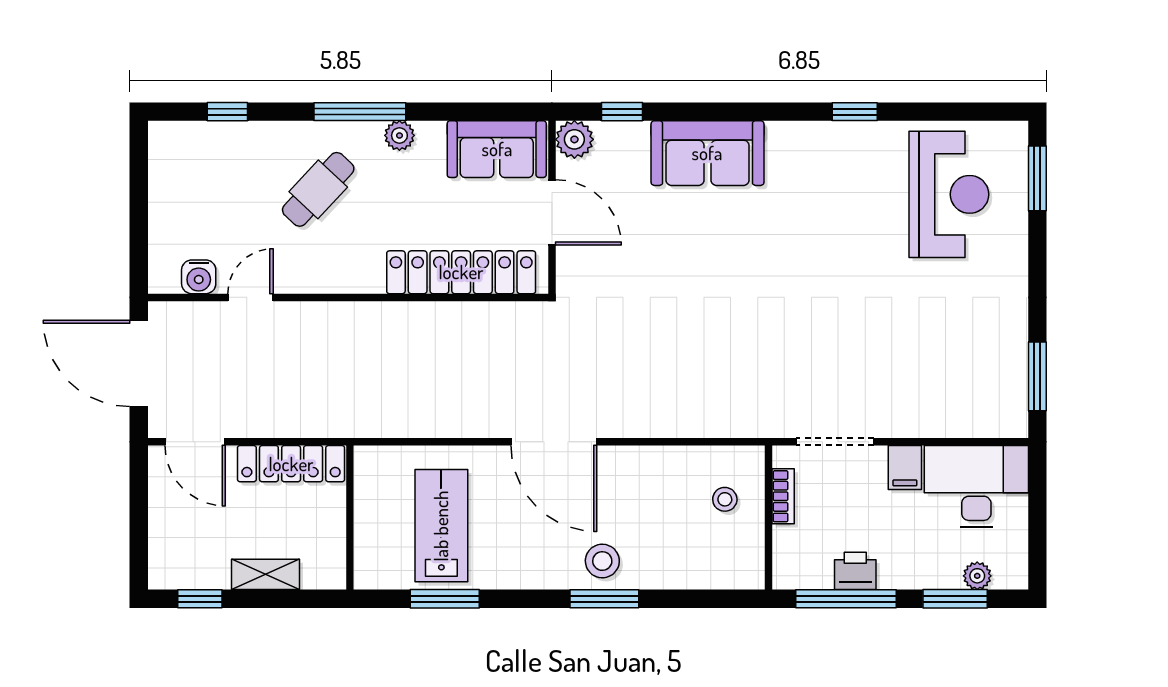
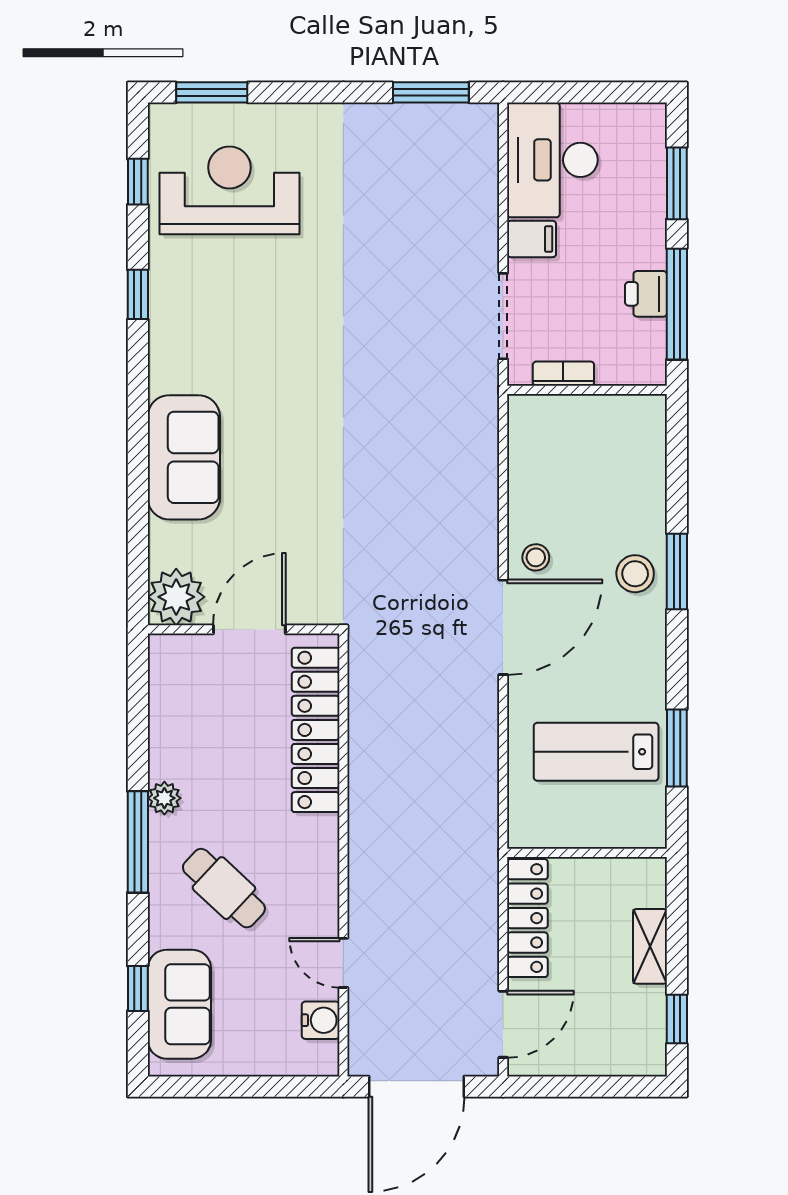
window: (622, 112) -> (138, 182), moved
plant: (574, 139) -> (176, 597), width x1.36, depth x1.36
sofa: (497, 149) -> (179, 1004), moved
stool: (725, 499) -> (536, 557), moved
plant: (977, 576) -> (651, 159), removed

